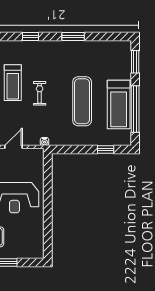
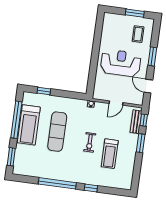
window: (73, 37) -> (57, 183), width x2.11
treadmill: (13, 83) -> (110, 154), turned 180
treadmill: (119, 105) -> (29, 125), turned 180

